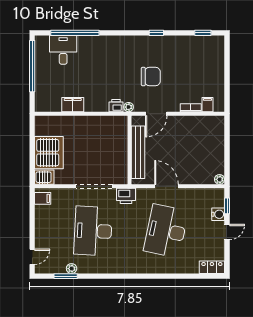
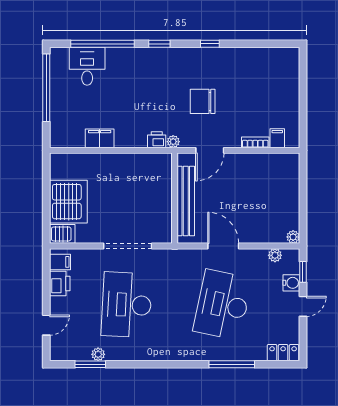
window: (203, 33) -> (159, 44), moved
chair: (151, 77) -> (203, 101), turned 180
plant: (206, 193) -> (275, 255), added
printer: (126, 196) -> (60, 283), moved, turned -90
door: (32, 257) -> (46, 325), moved
window: (173, 276) -> (232, 364), added

